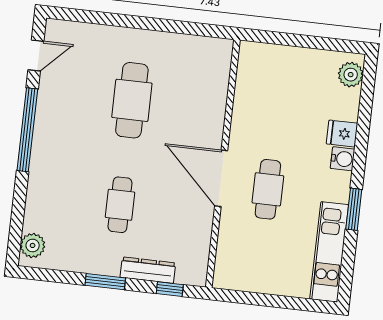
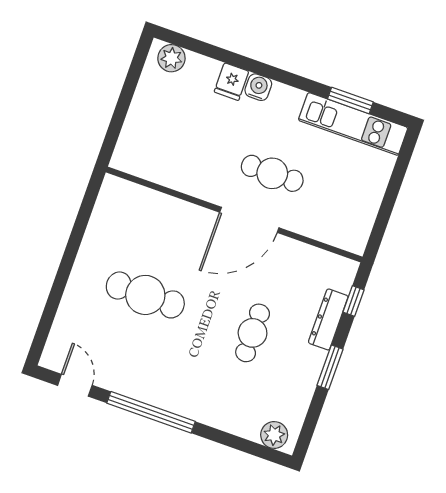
cafe table: (120, 205) -> (253, 333), turned 90
window: (354, 209) -> (350, 100), moved

